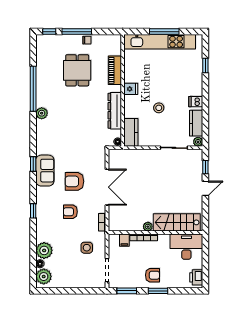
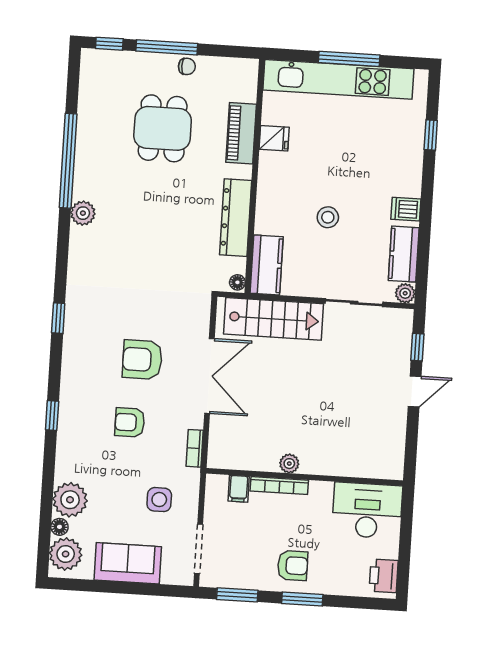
fridge: (131, 89) -> (274, 138), moved
sofa: (45, 171) -> (128, 563), moved, turned -90
stairs: (177, 222) -> (273, 319), moved, turned 180

